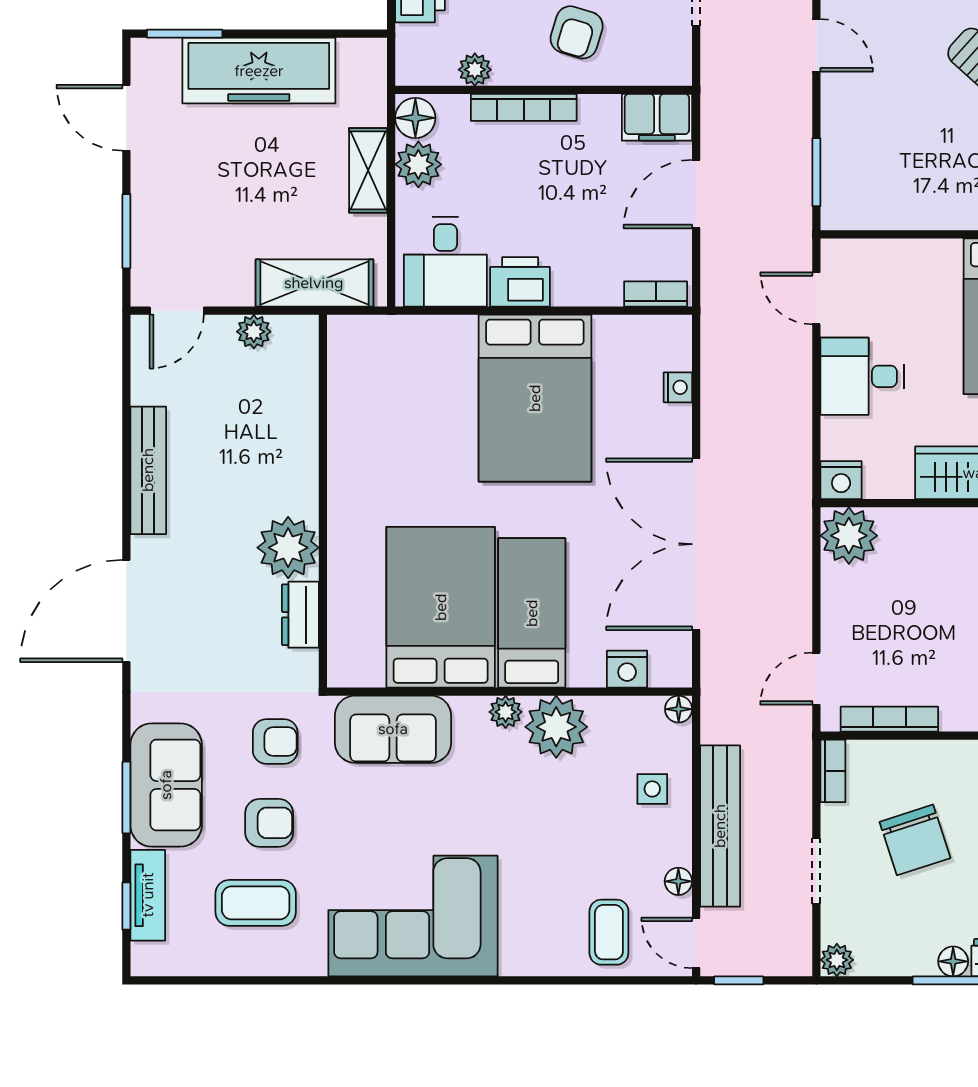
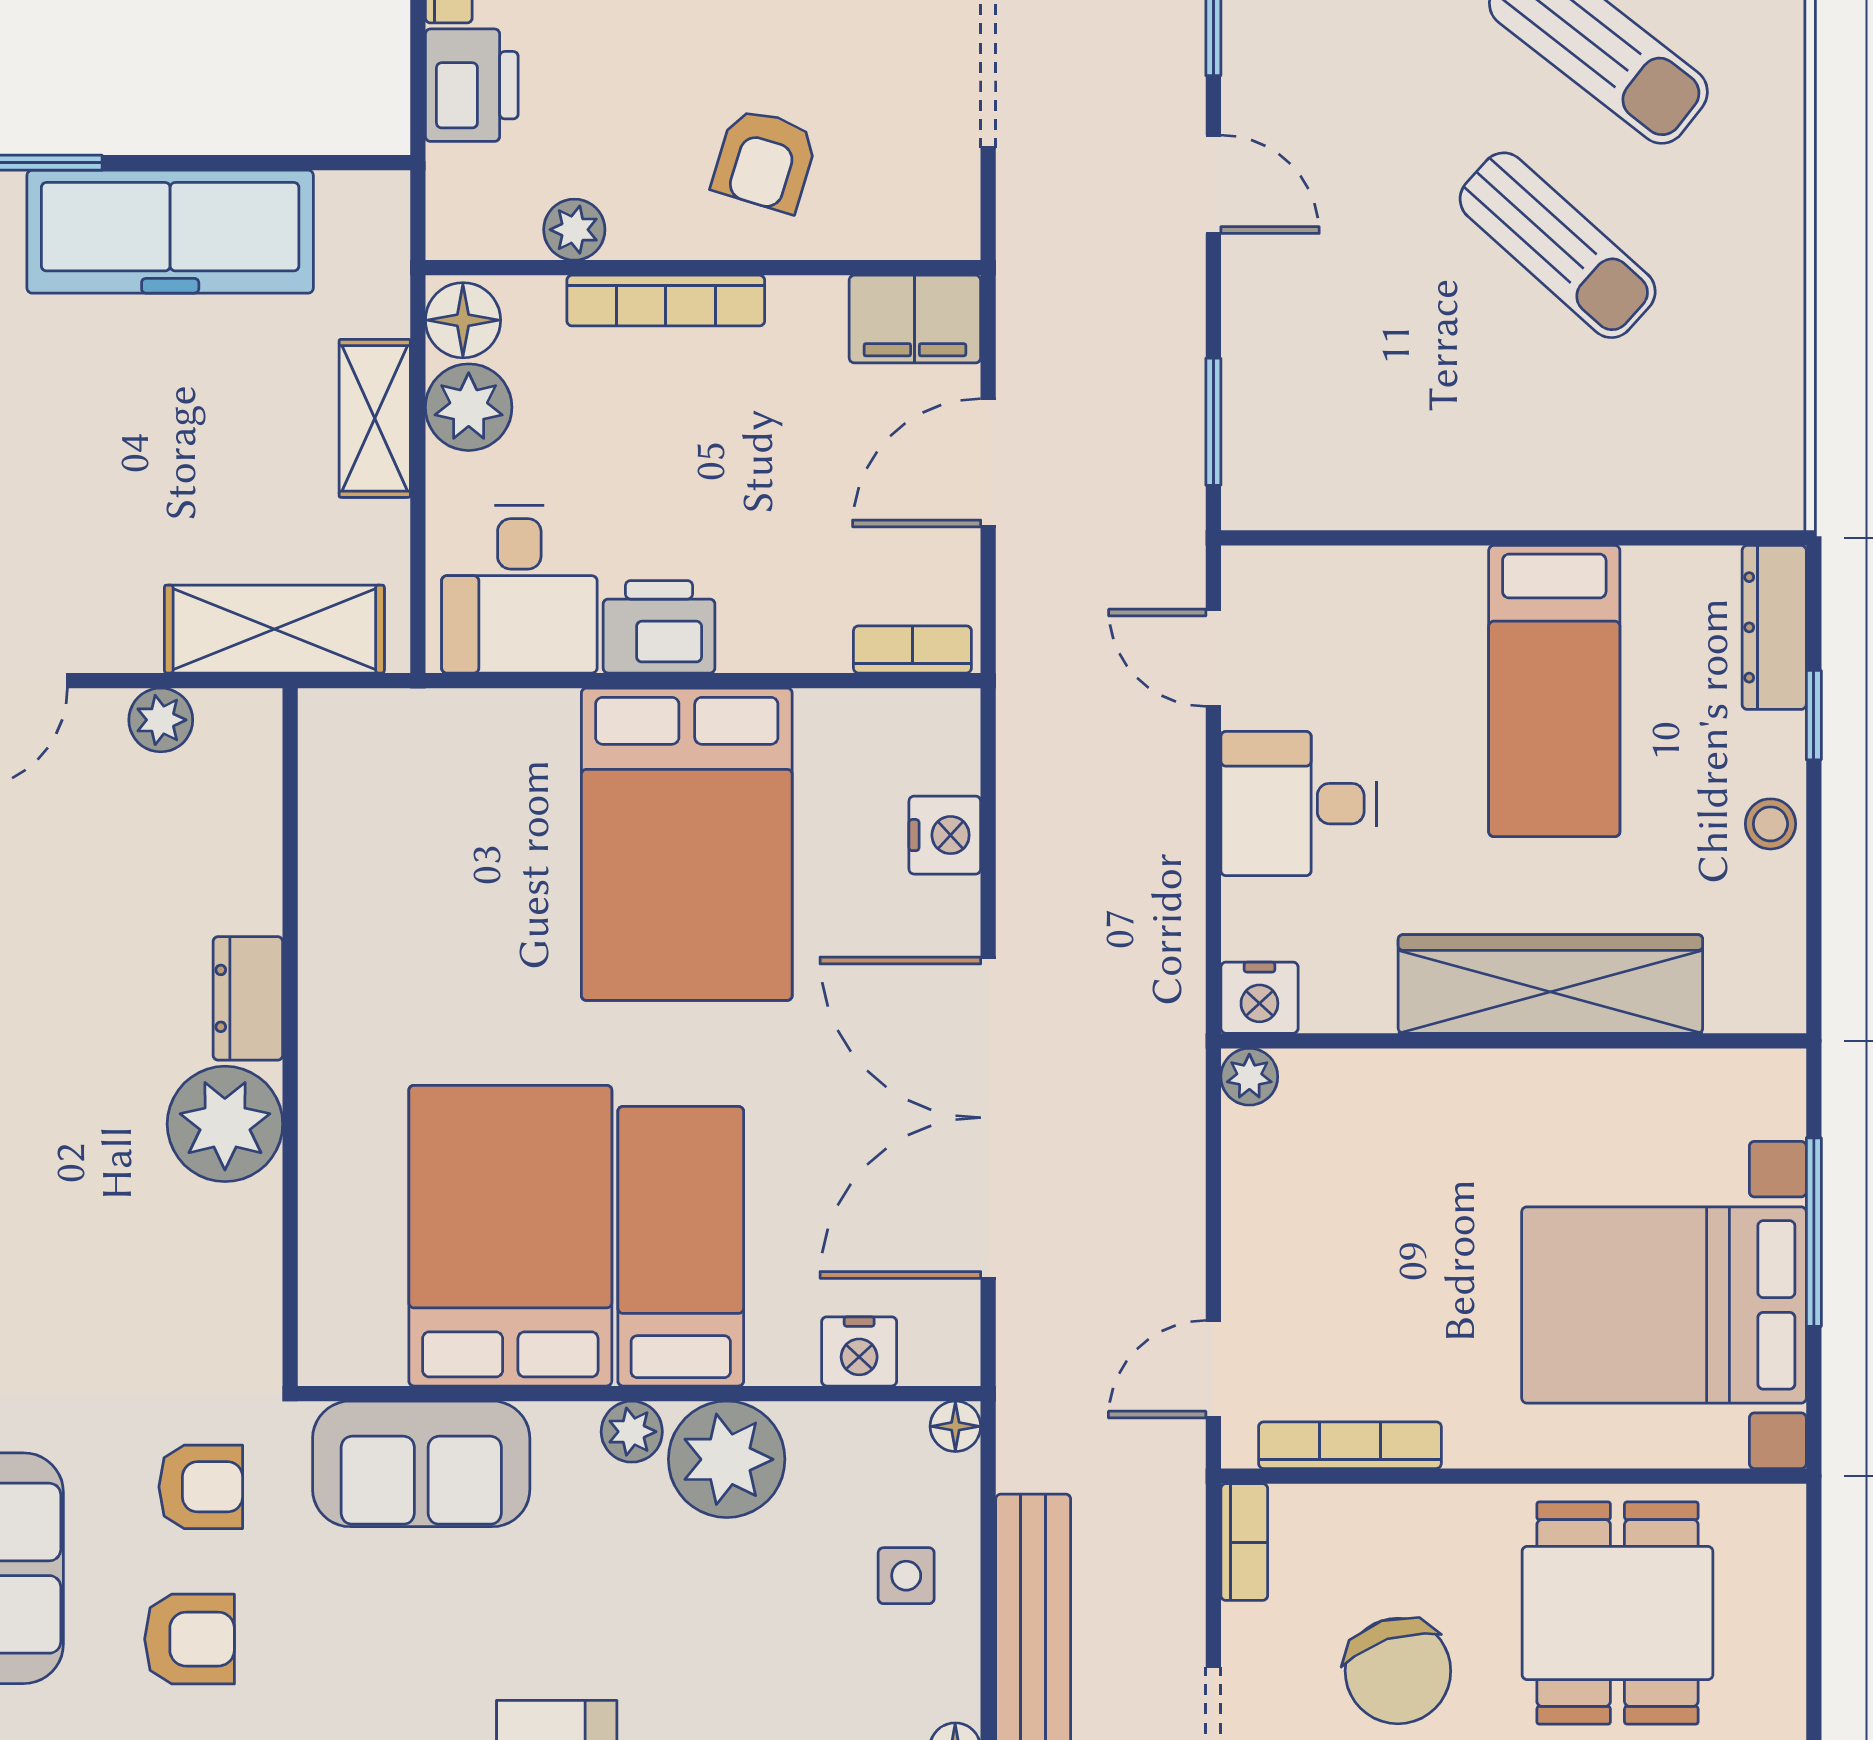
nightstand: (678, 387) -> (945, 835), width x1.39, depth x1.35
plant: (849, 536) -> (1249, 1077), width x0.53, depth x0.53
dresser: (300, 615) -> (248, 998), moved

